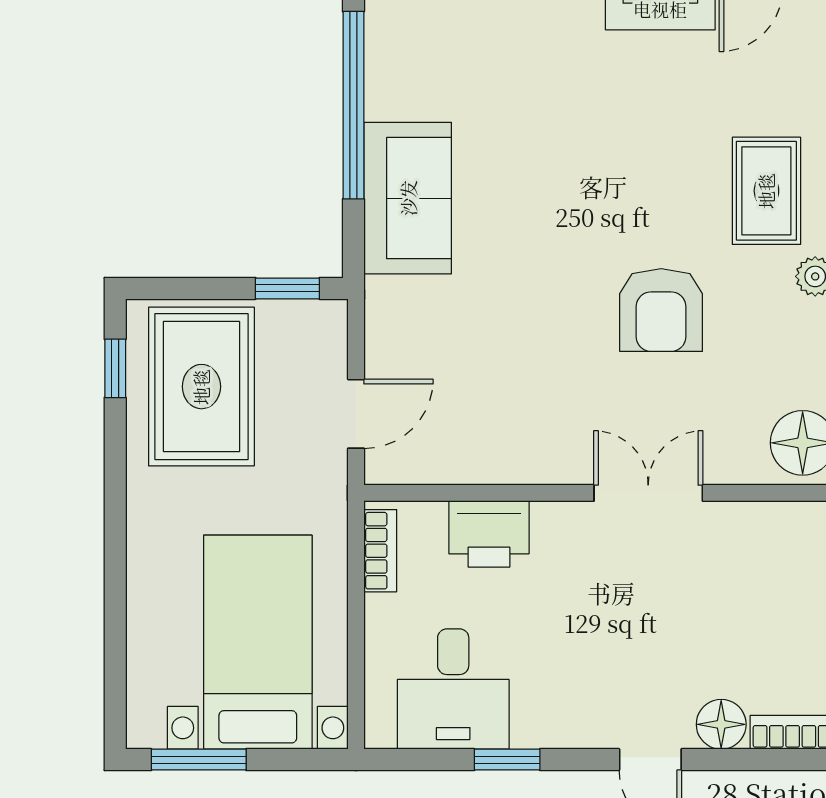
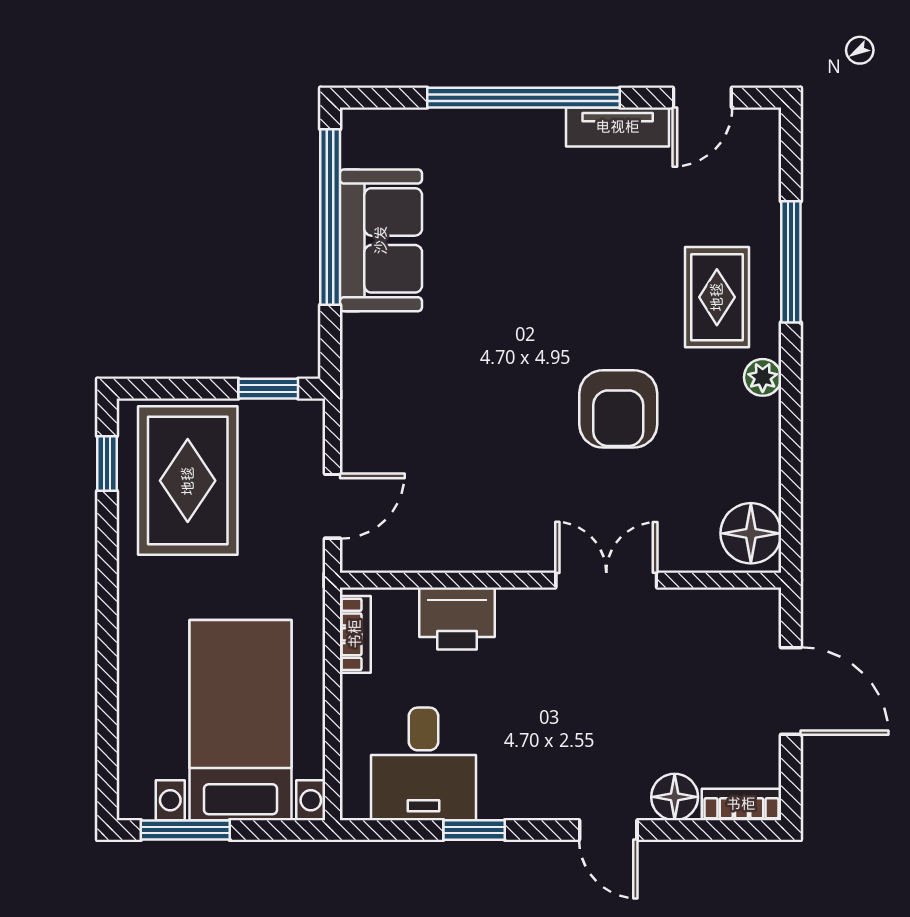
sofa: (408, 198) -> (381, 240), moved

